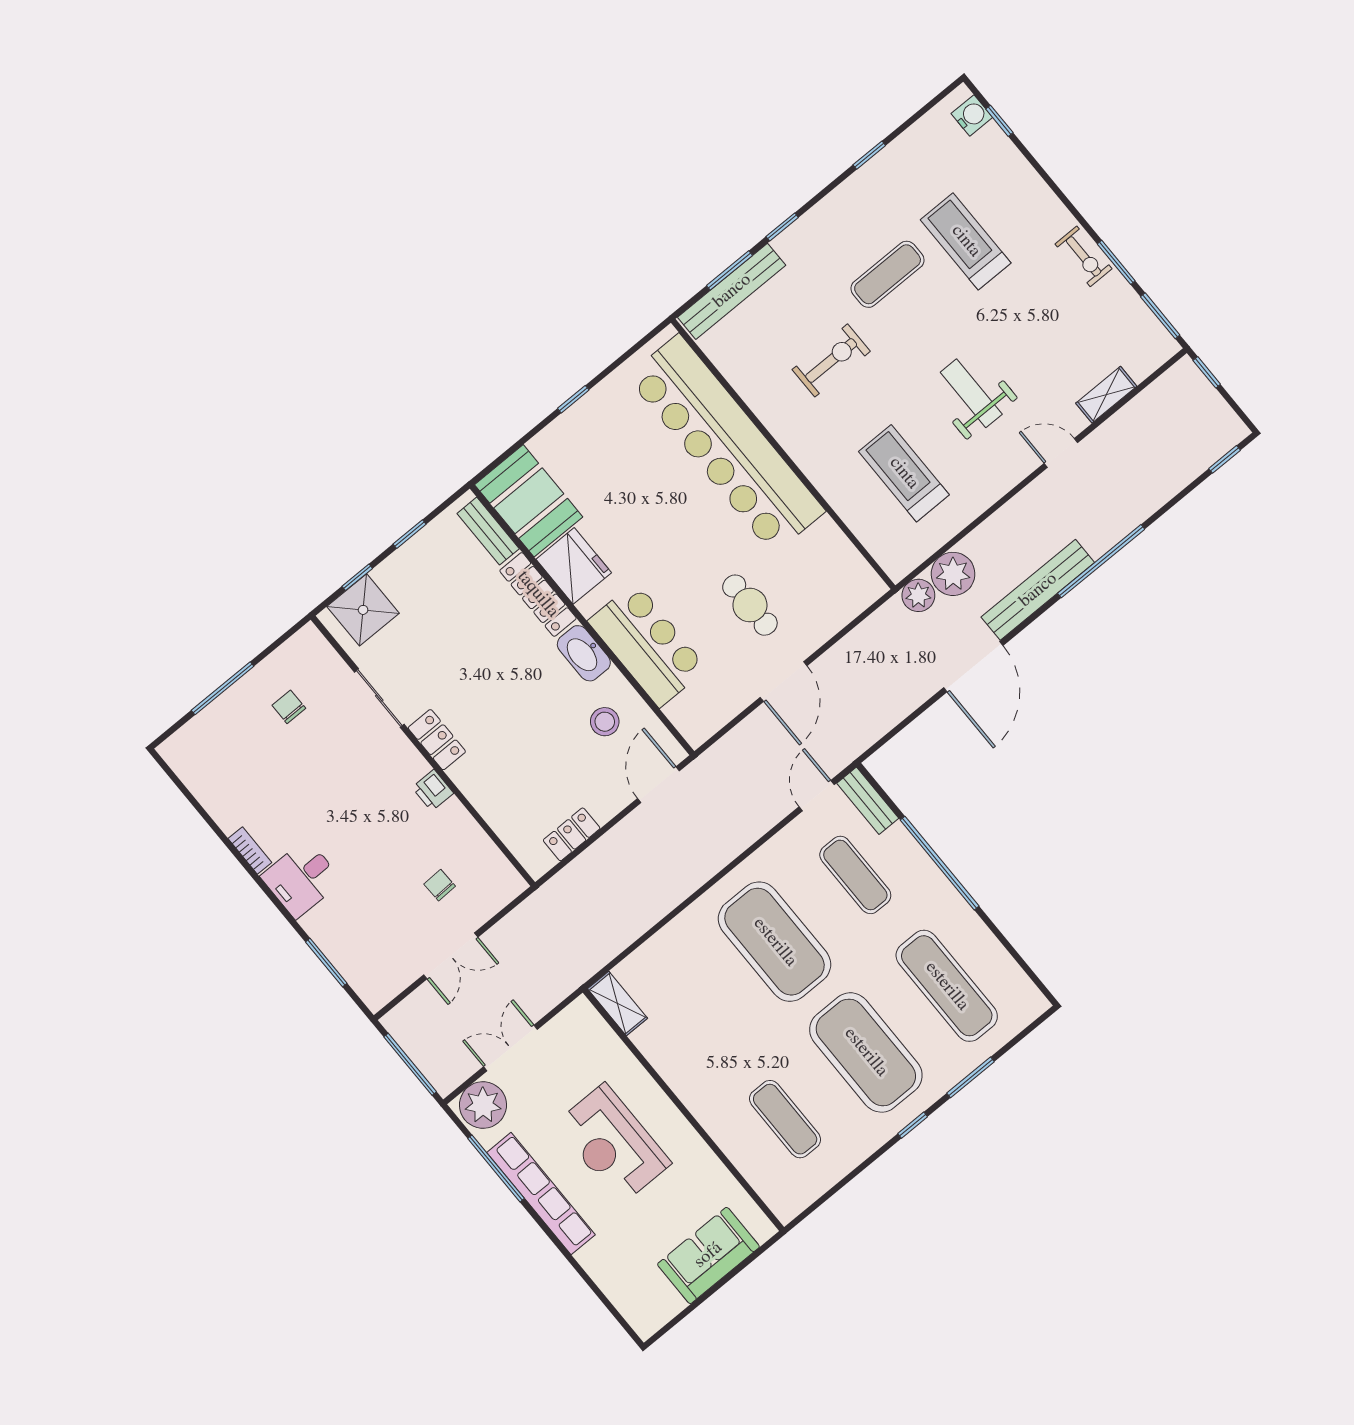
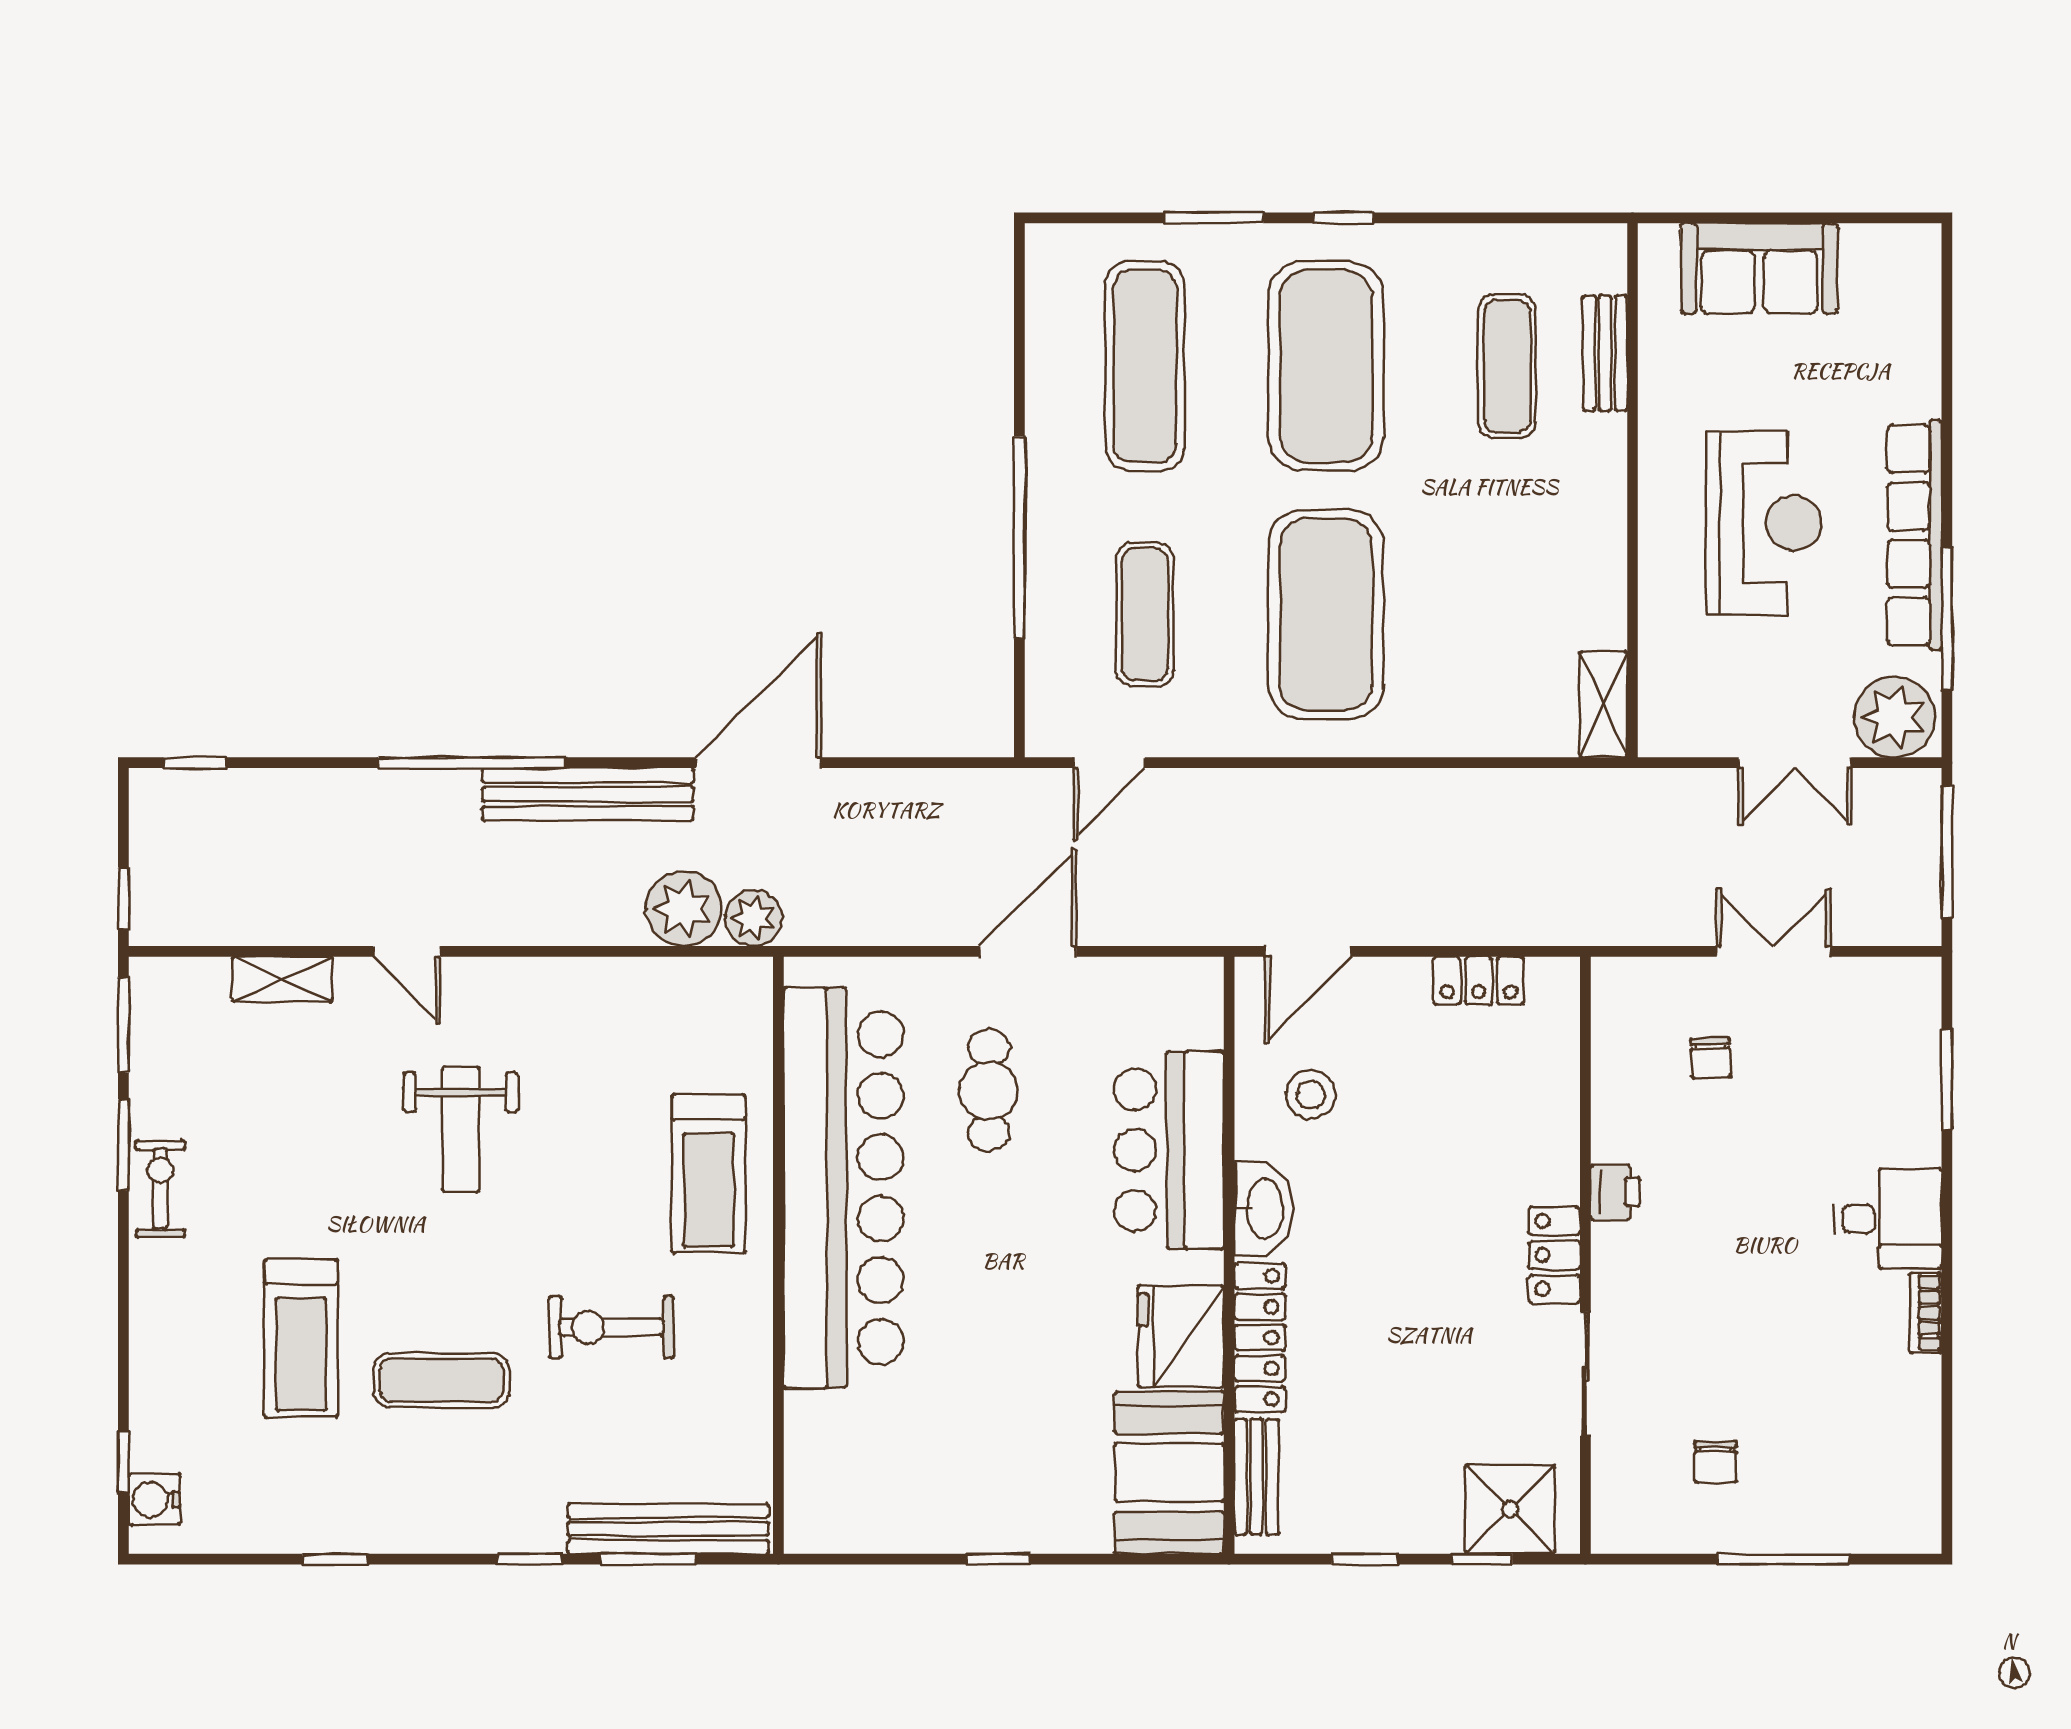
bar counter: (726, 444) -> (844, 1188), moved
treadmill: (904, 473) -> (709, 1174), moved
bench: (868, 801) -> (1605, 353), moved

